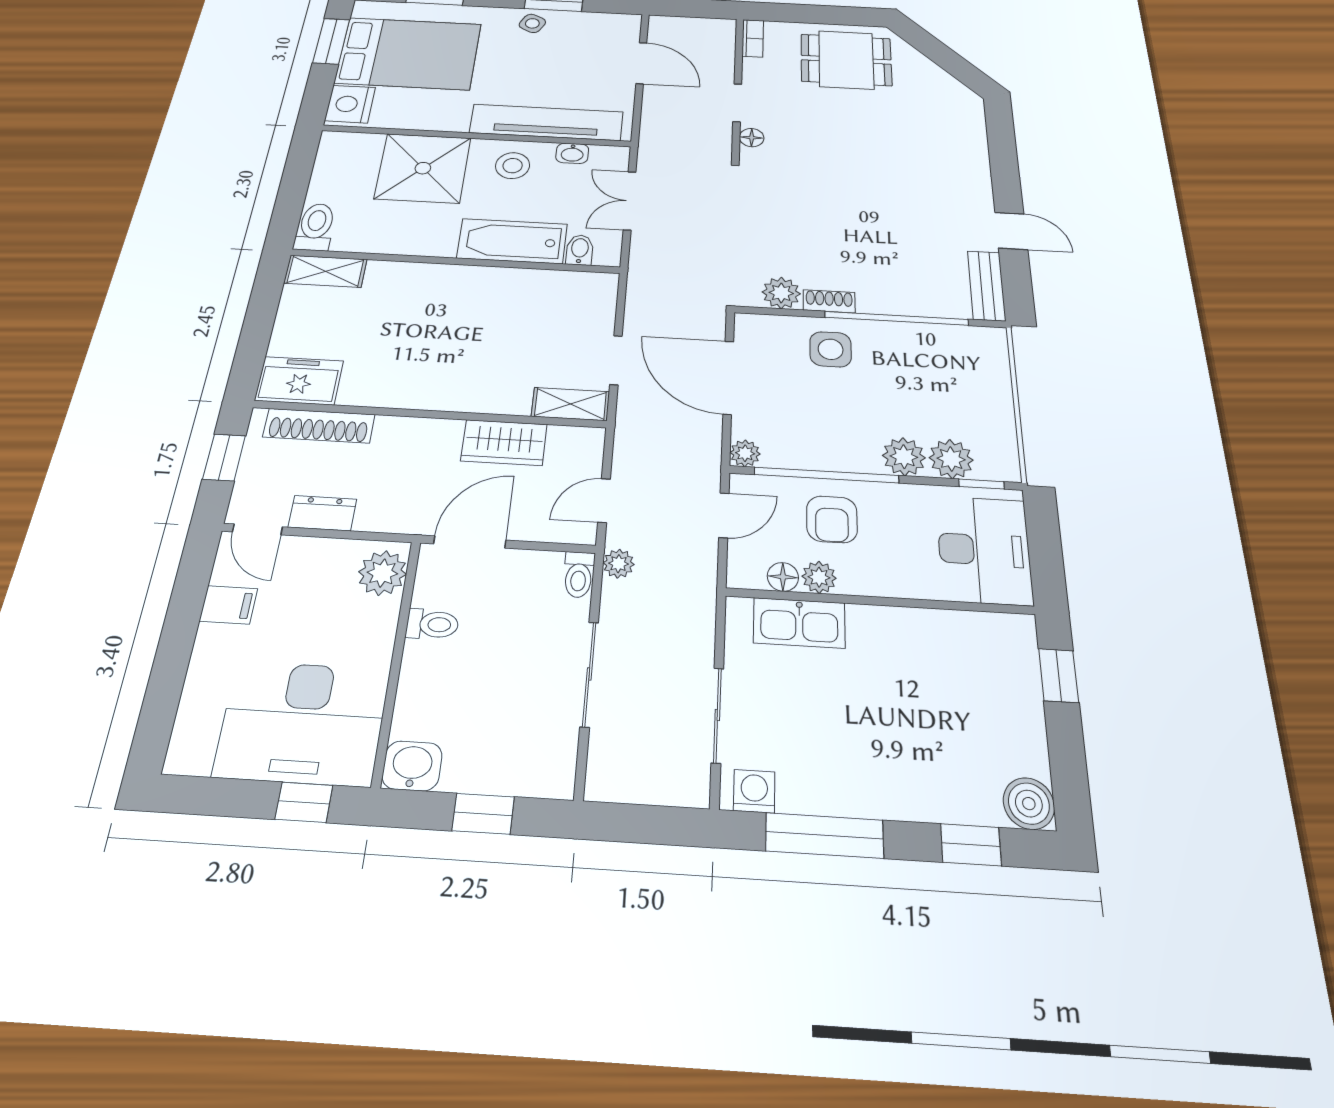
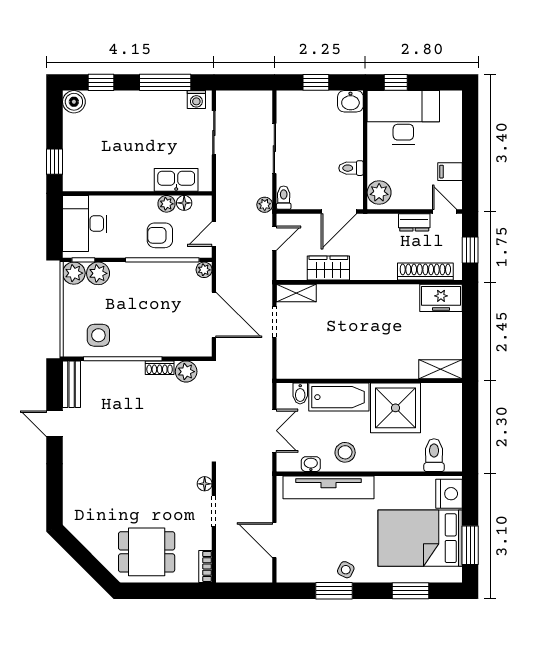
shower: (423, 168) -> (395, 408), moved
toilet: (315, 227) -> (434, 455), moved, turned 180
side table: (831, 349) -> (98, 335), moved
plant: (904, 457) -> (74, 273), moved
armchair: (832, 519) -> (160, 235), turned -90

